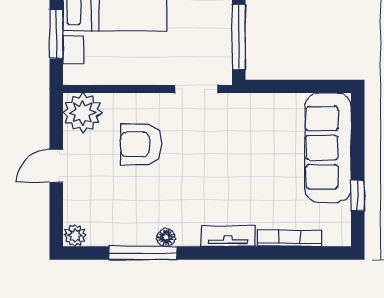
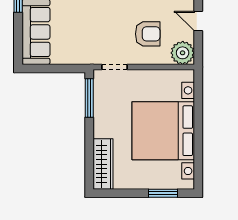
window: (56, 34) -> (198, 100), removed
door: (56, 166) -> (198, 21), swing flipped

